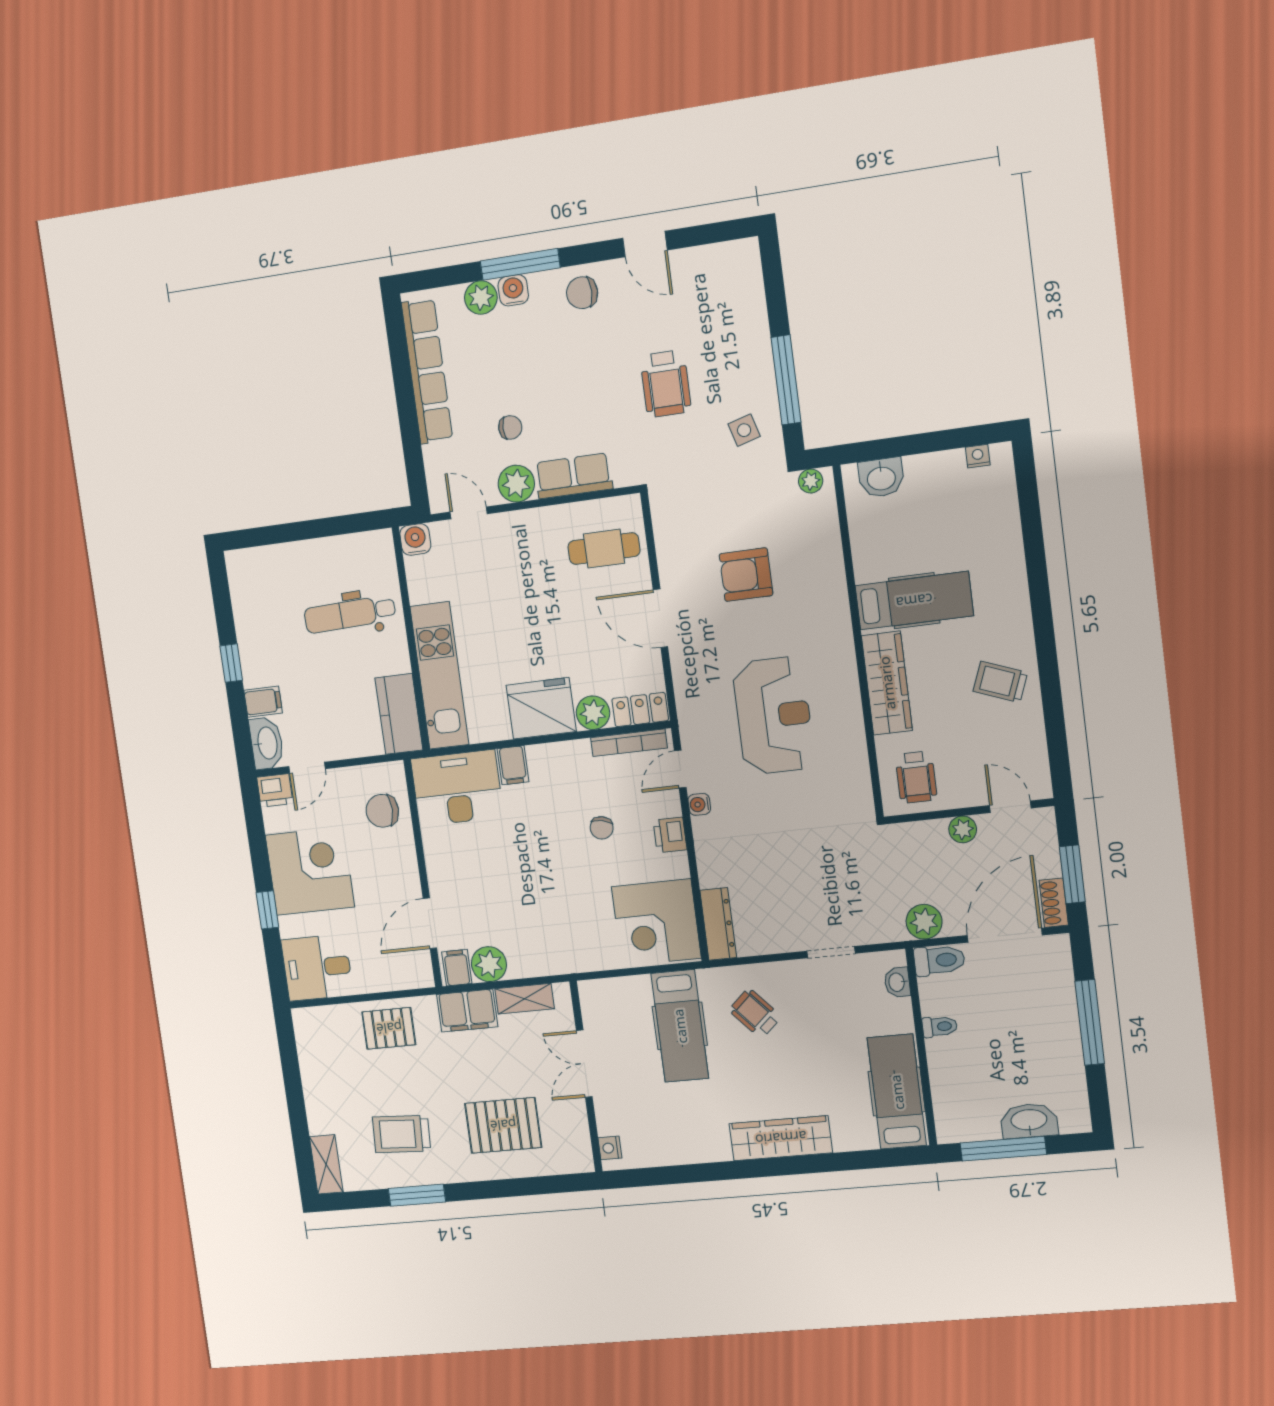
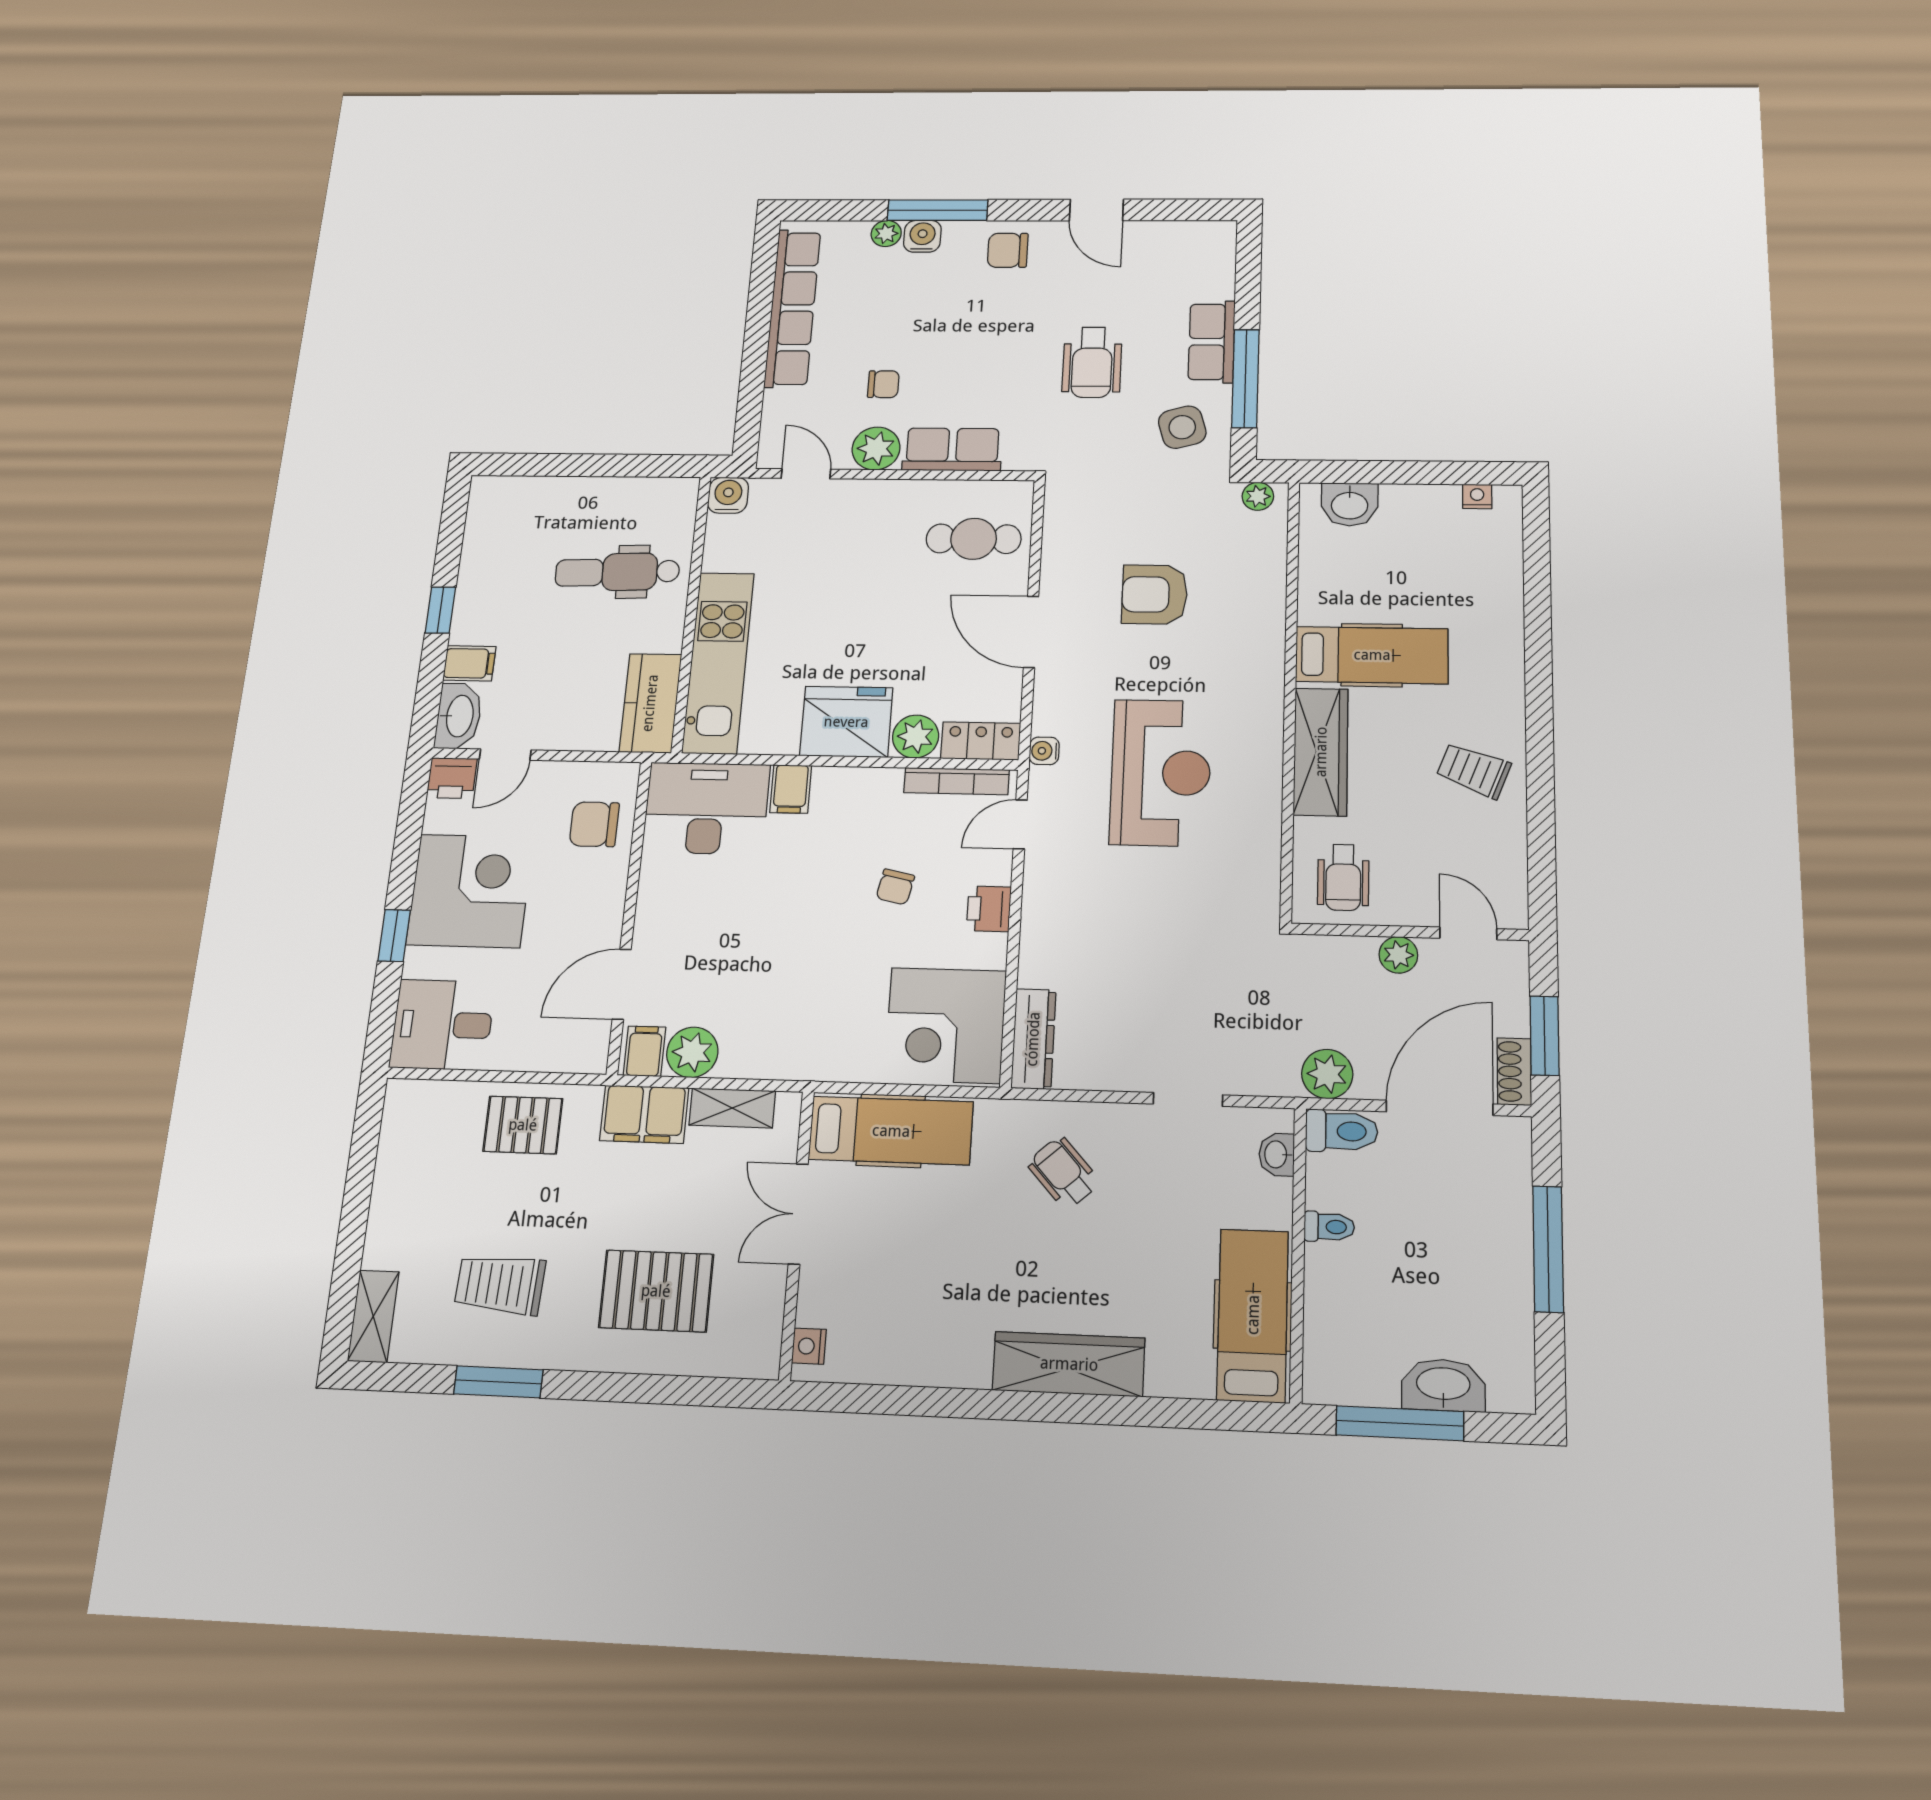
plant: (481, 298) -> (886, 233), width x0.73, depth x0.73
row of seats: (755, 351) -> (1212, 342), added
side table: (744, 430) -> (1182, 427), width x1.37, depth x1.37
water cooler: (699, 804) -> (1044, 751), moved
hospital bed: (680, 1026) -> (891, 1131), moved, turned -90

